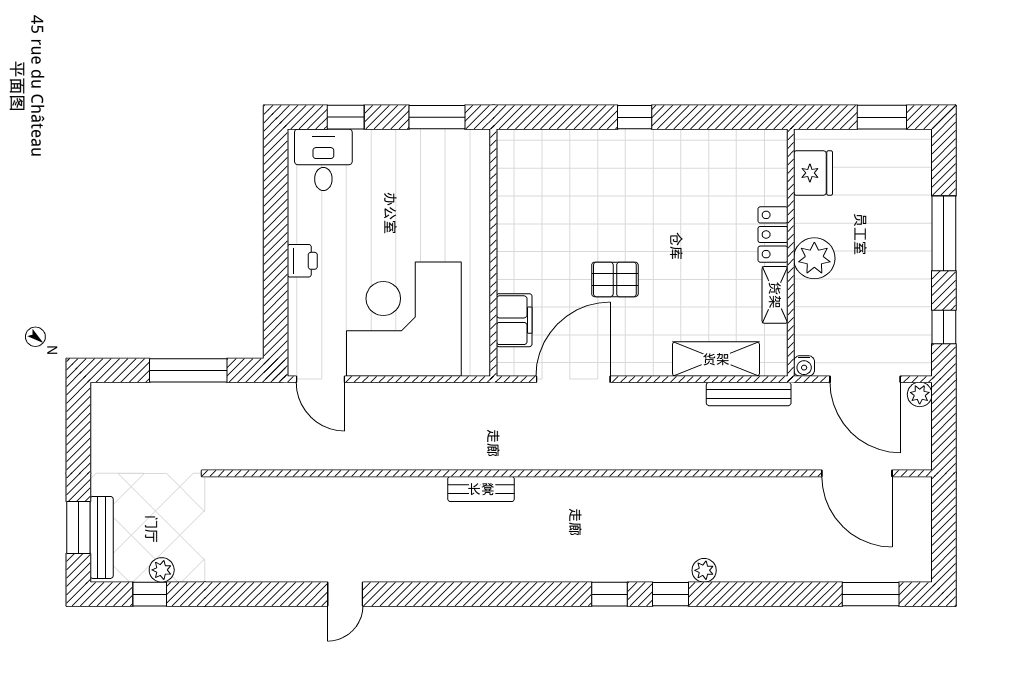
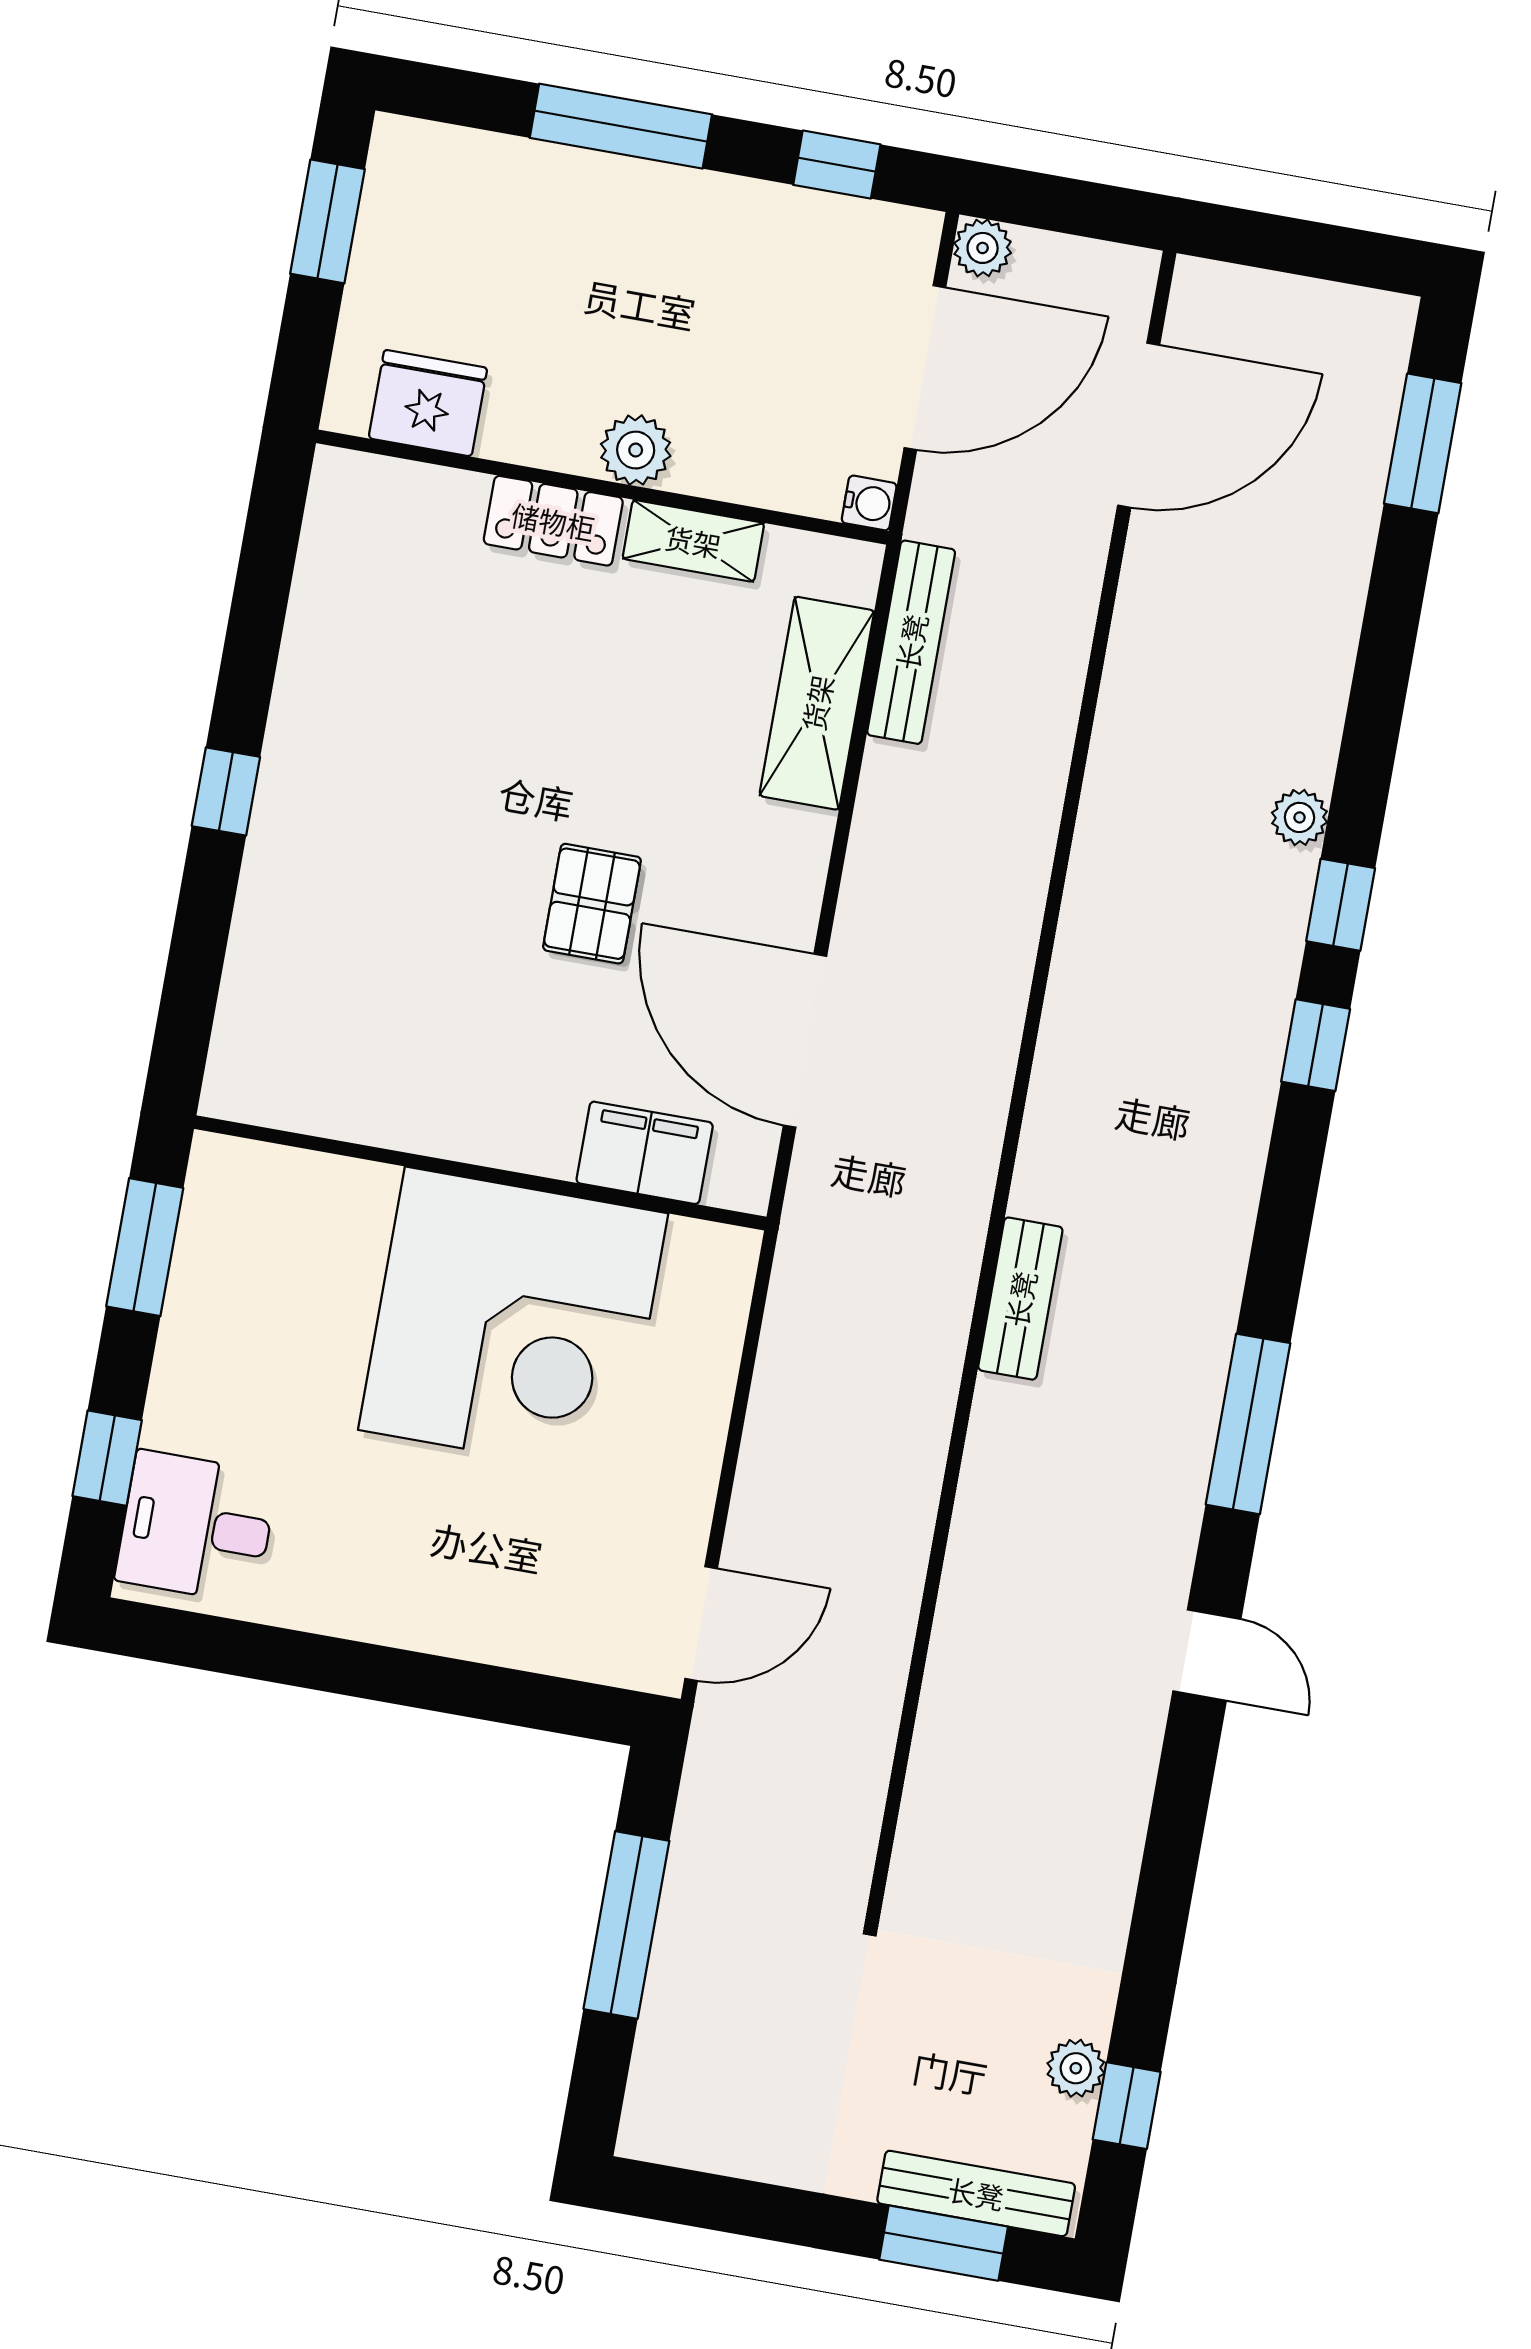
plant: (814, 258) -> (636, 450), width x0.73, depth x0.73
printer: (302, 261) -> (421, 1617), removed
corner desk: (404, 319) -> (513, 1322), moved, turned -90
window: (445, 594) -> (1248, 1424), added

